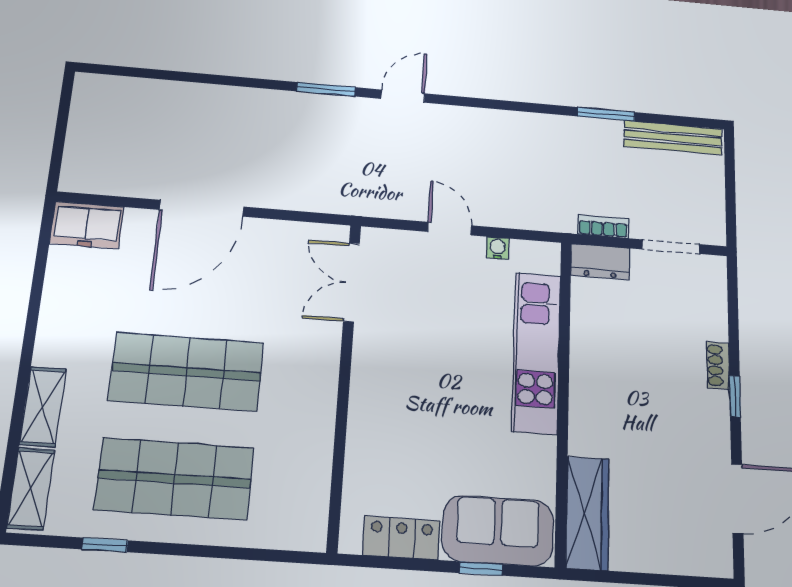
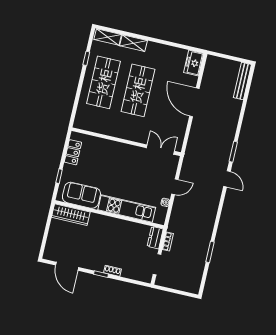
bench: (673, 138) -> (242, 81), moved
sofa: (498, 531) -> (81, 195), moved, turned -90

